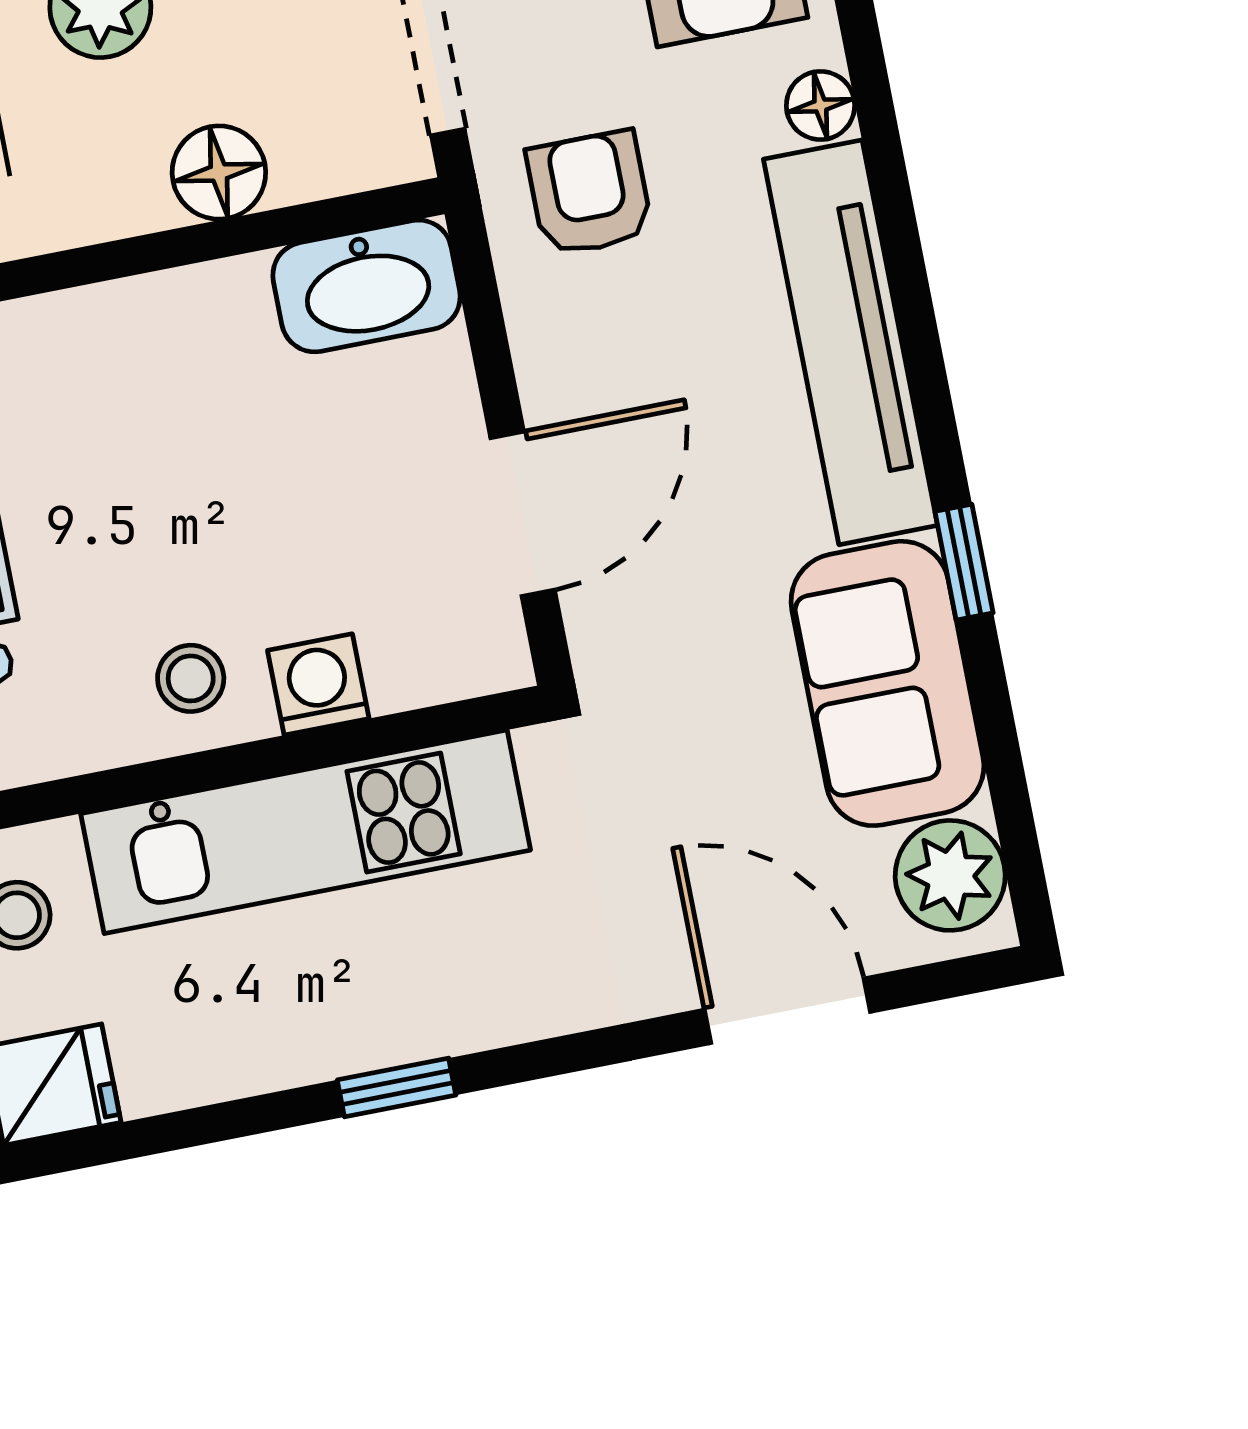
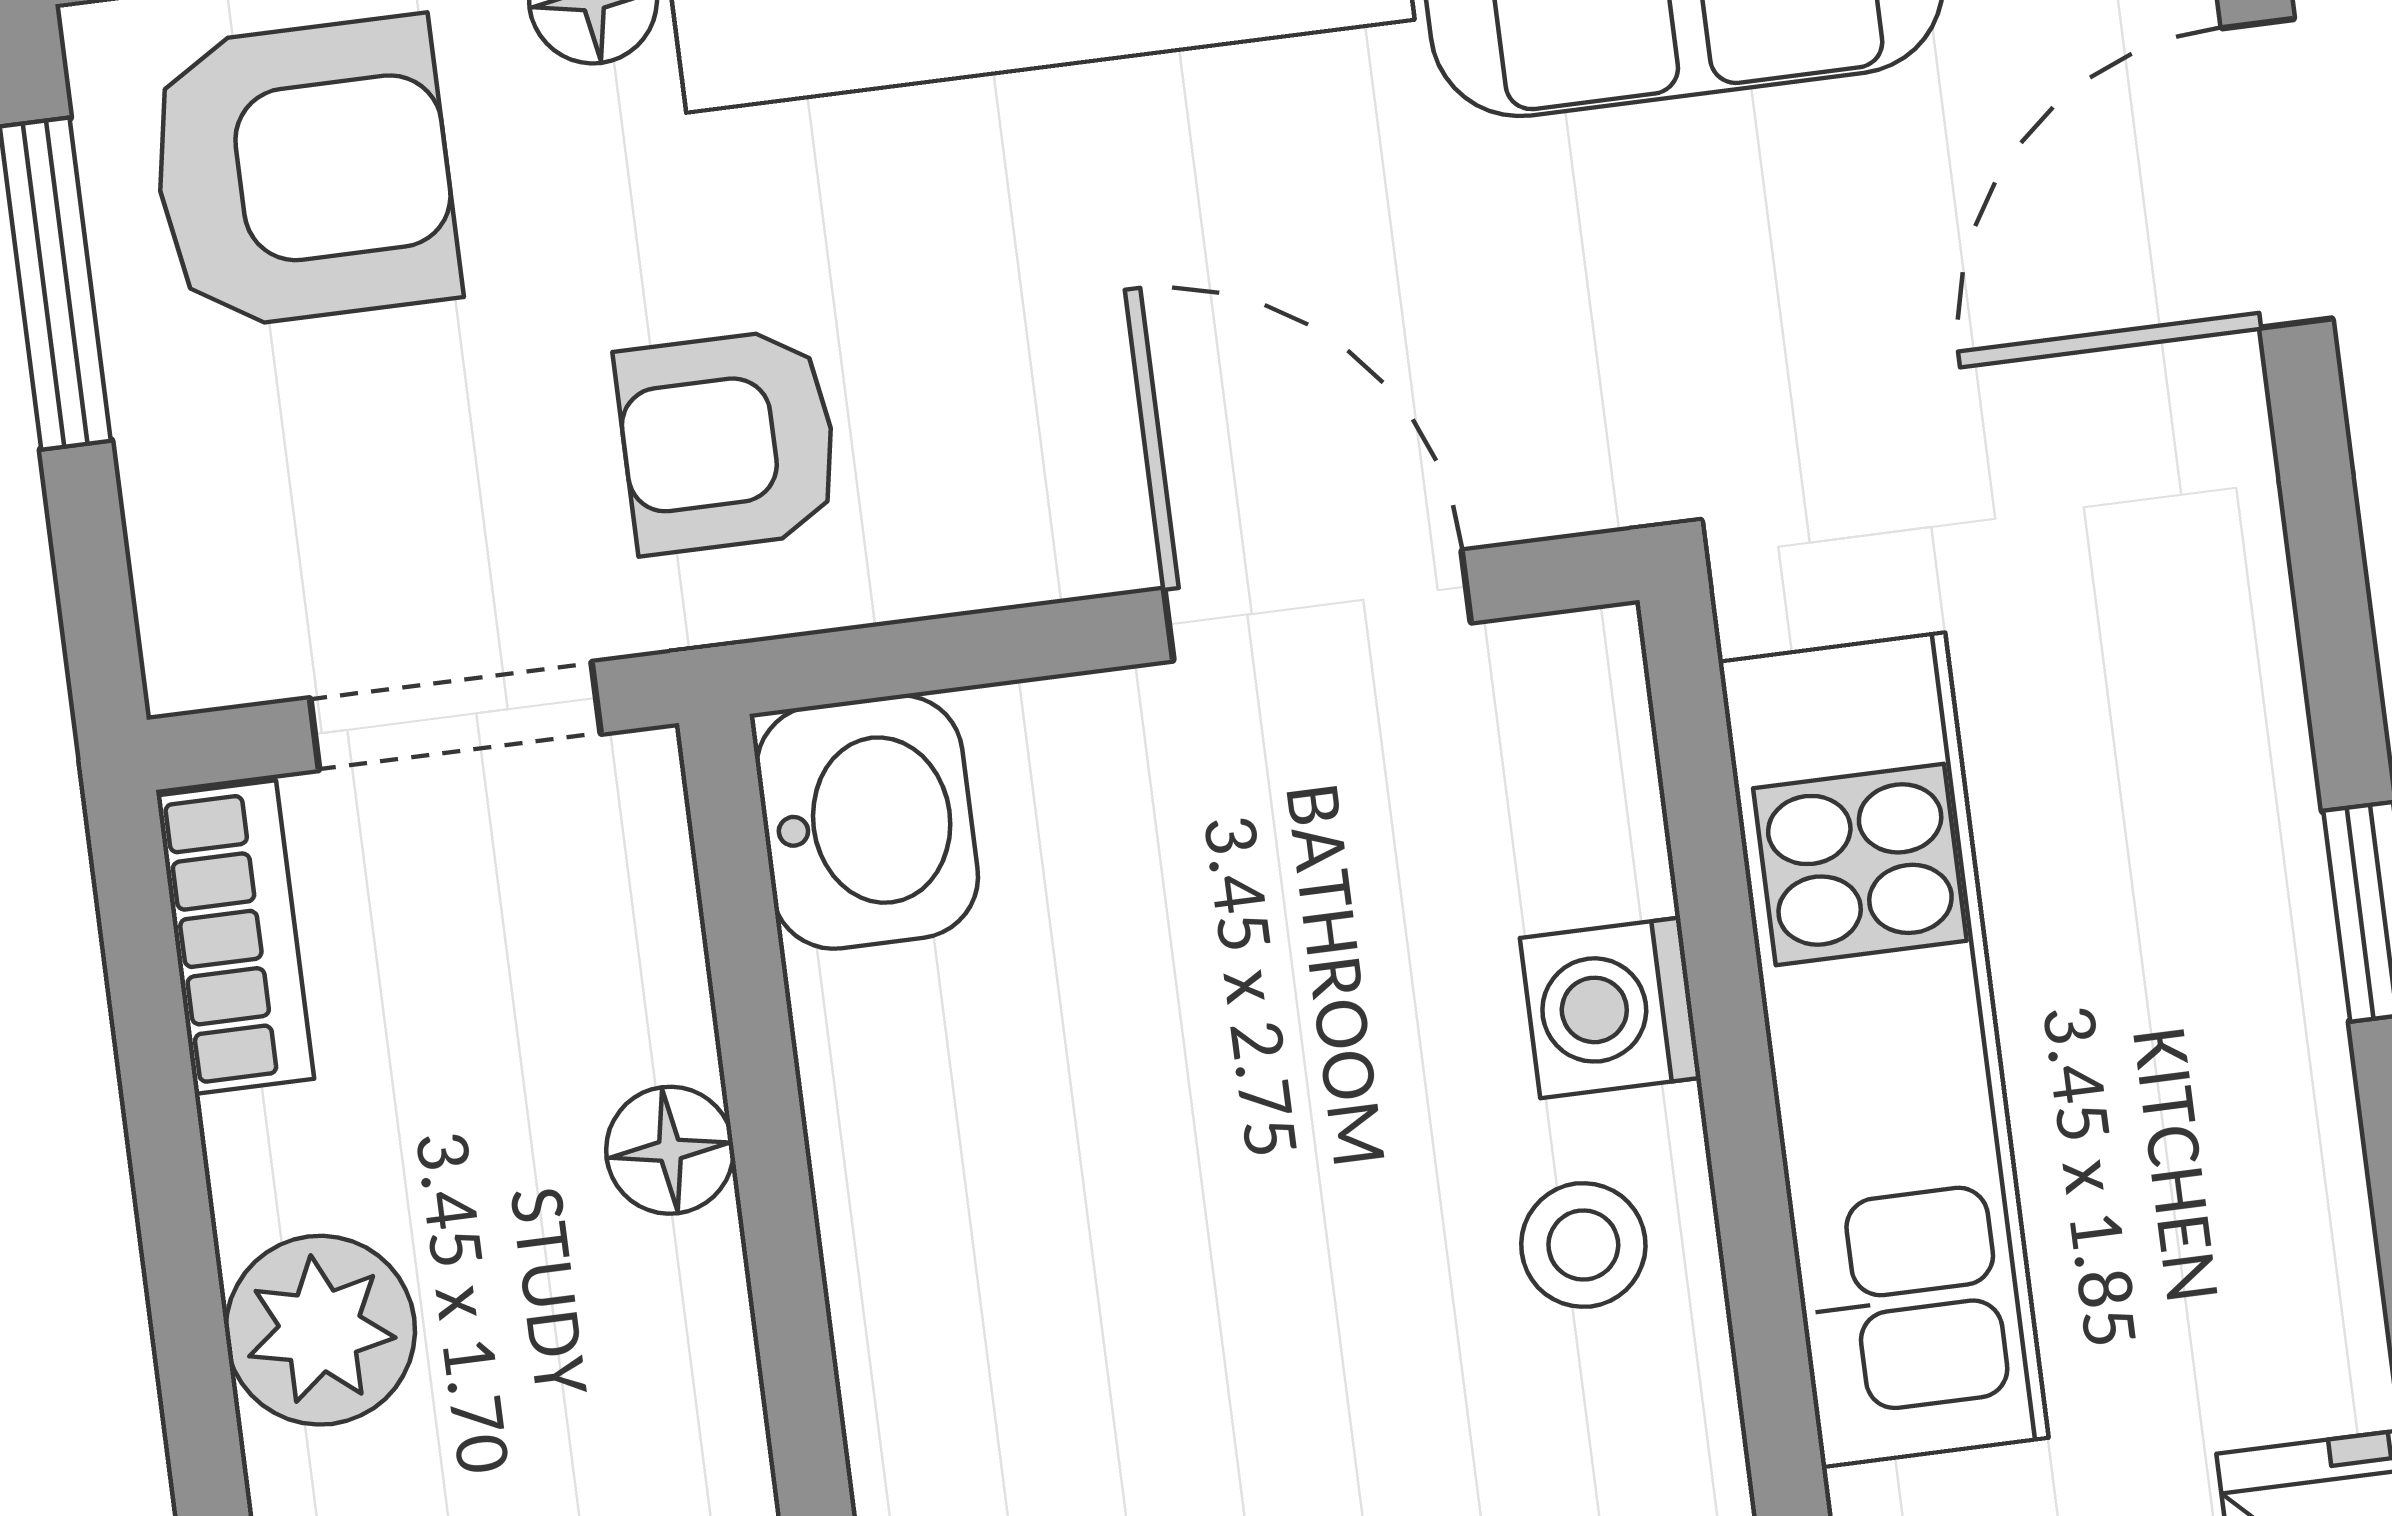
floor lamp: (219, 172) -> (670, 1150), width x0.73, depth x0.73
washbasin: (367, 286) -> (867, 822), width x0.72

